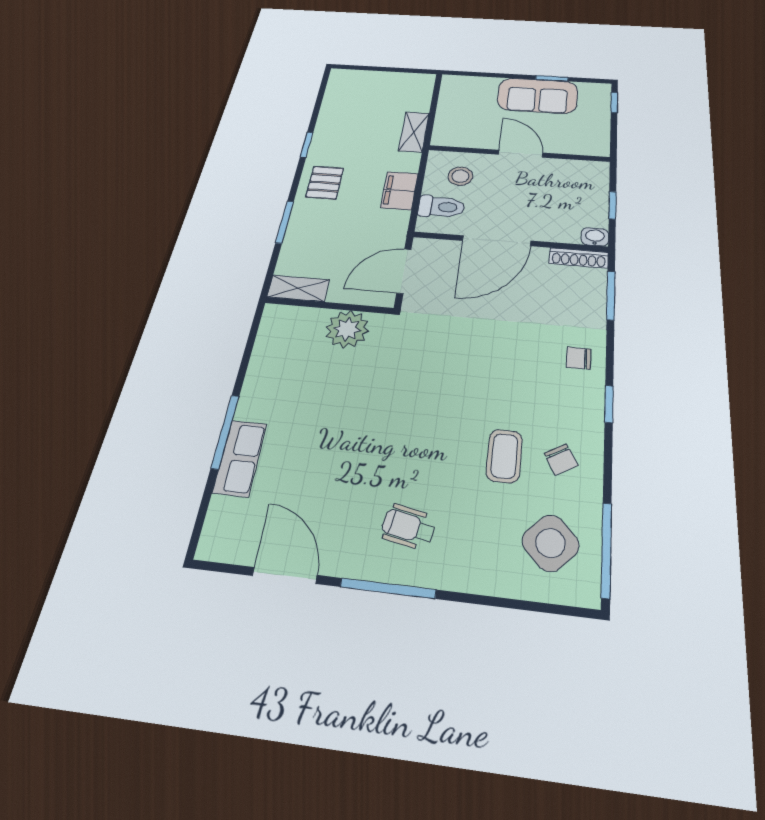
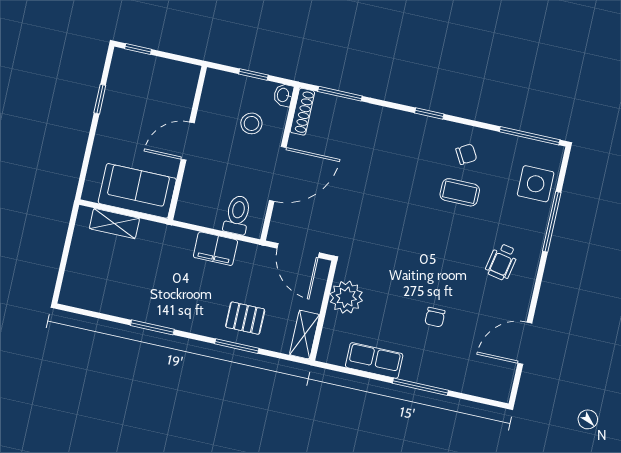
sofa: (538, 96) -> (137, 191), moved, turned -90
shelving: (414, 132) -> (114, 223), moved
window: (307, 145) -> (152, 327), width x1.50
stool: (460, 176) -> (251, 123), moved
pallet: (325, 183) -> (245, 318), moved
door: (497, 241) -> (278, 174), hinge flipped
chair: (579, 358) -> (435, 317), moved
row of seats: (240, 458) -> (374, 360), moved
side table: (550, 543) -> (536, 184), moved, turned 45
window: (388, 588) -> (552, 222), moved

